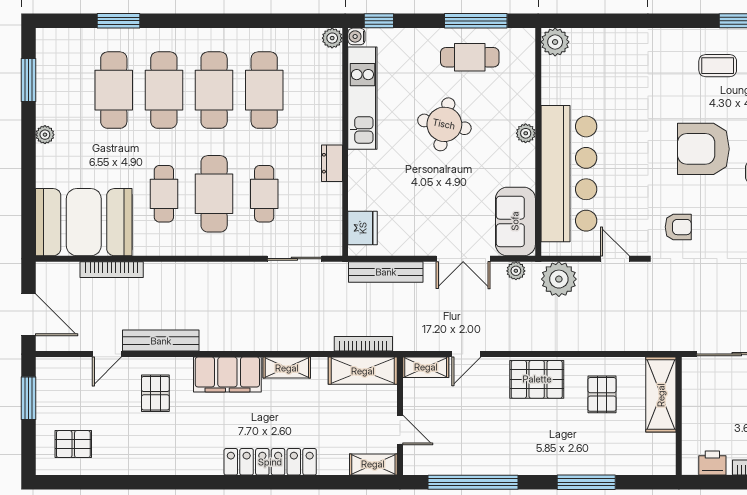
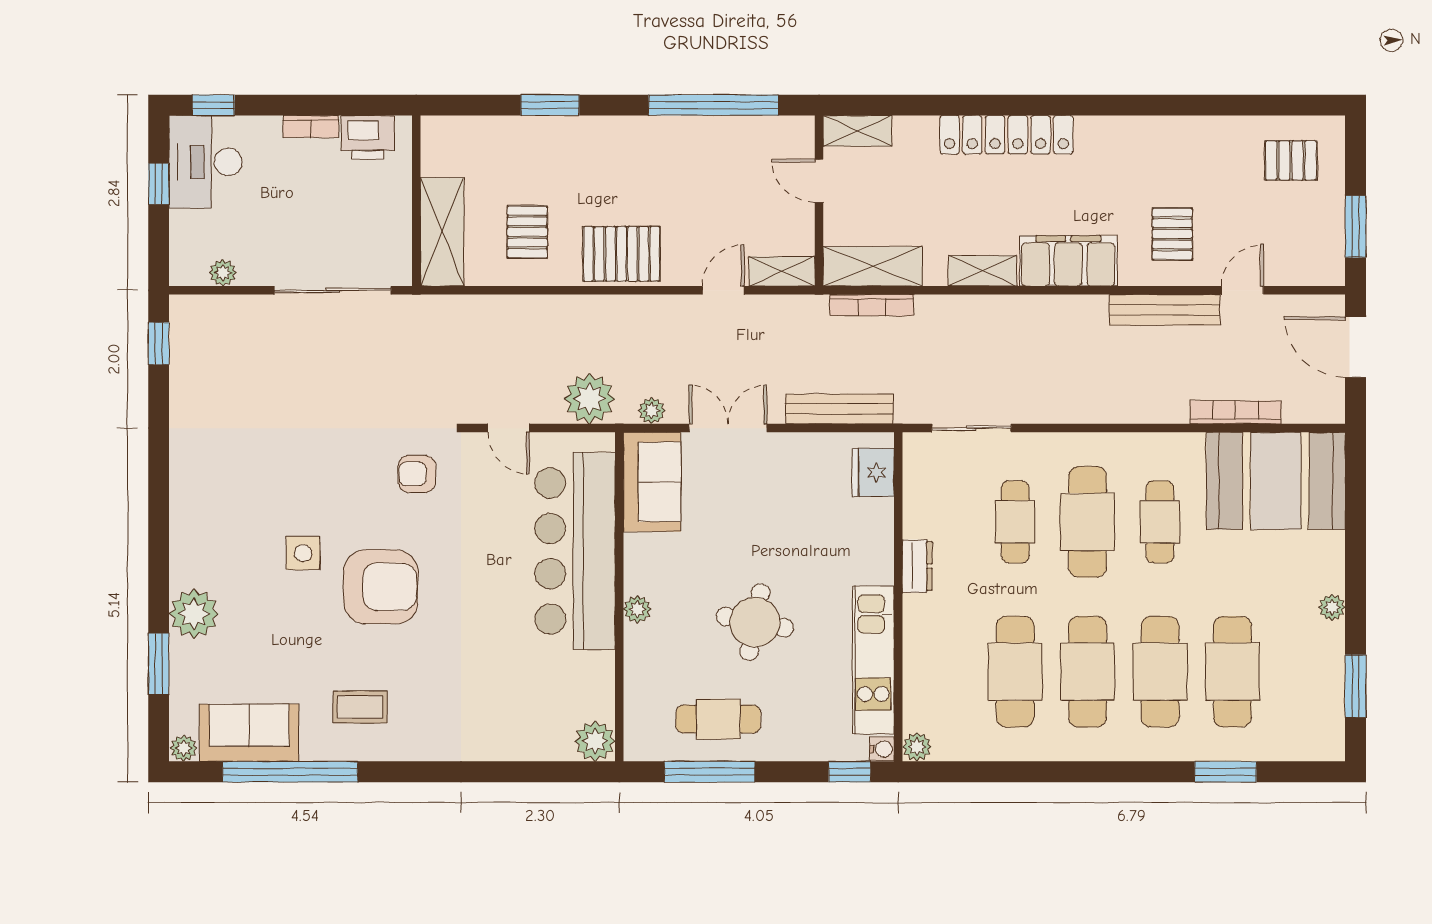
printer: (712, 463) -> (368, 137), width x1.36, depth x1.24
window: (586, 482) -> (550, 105), width x0.69

